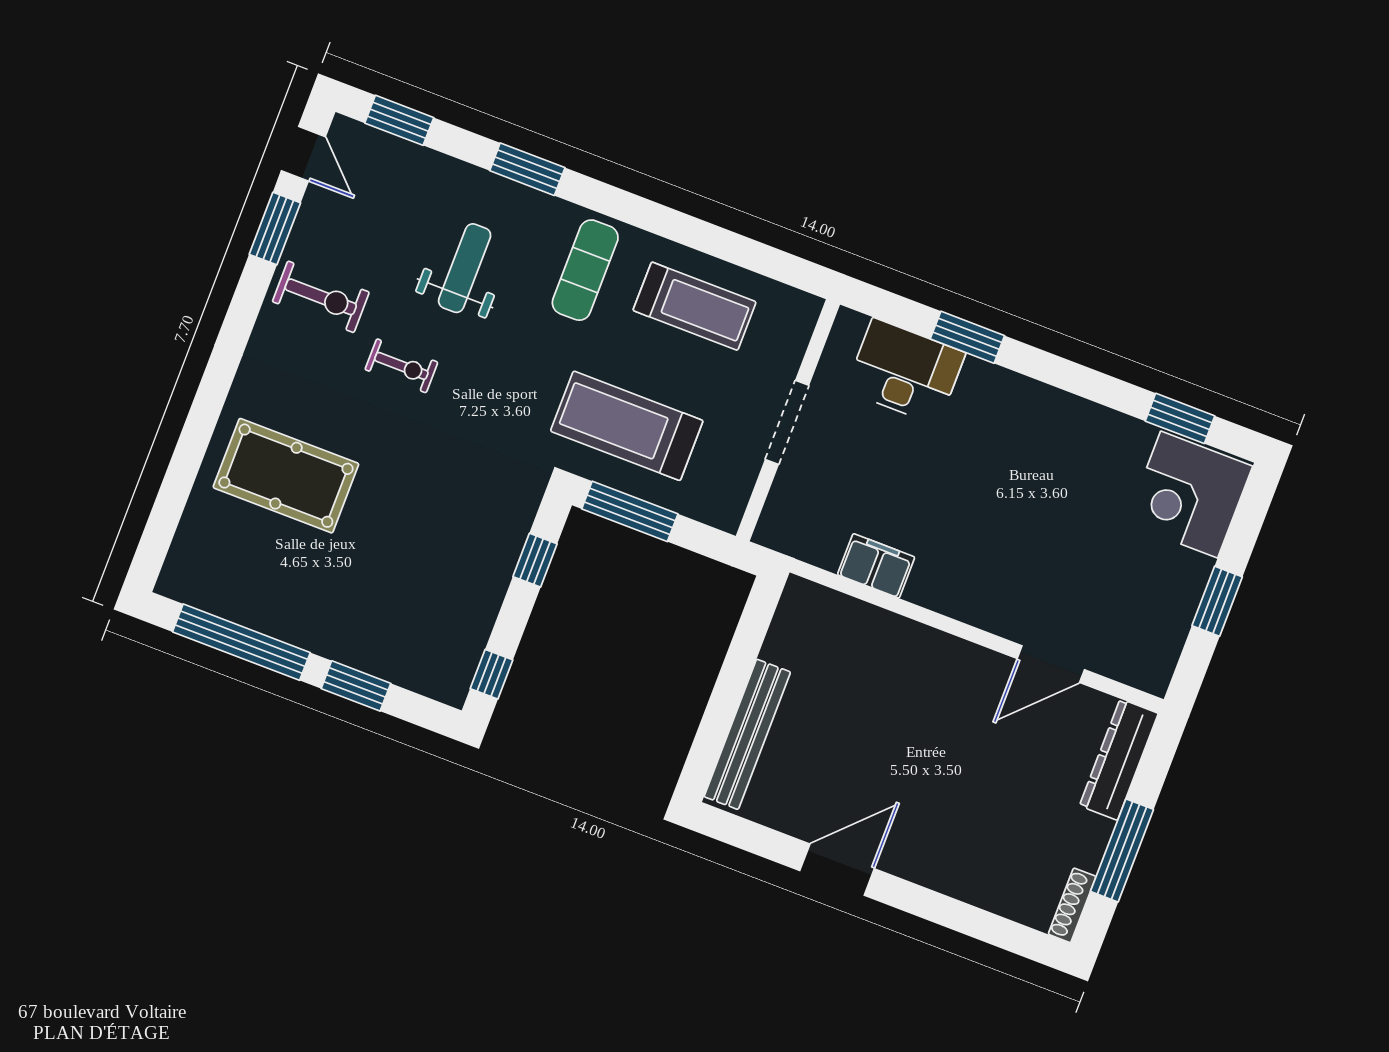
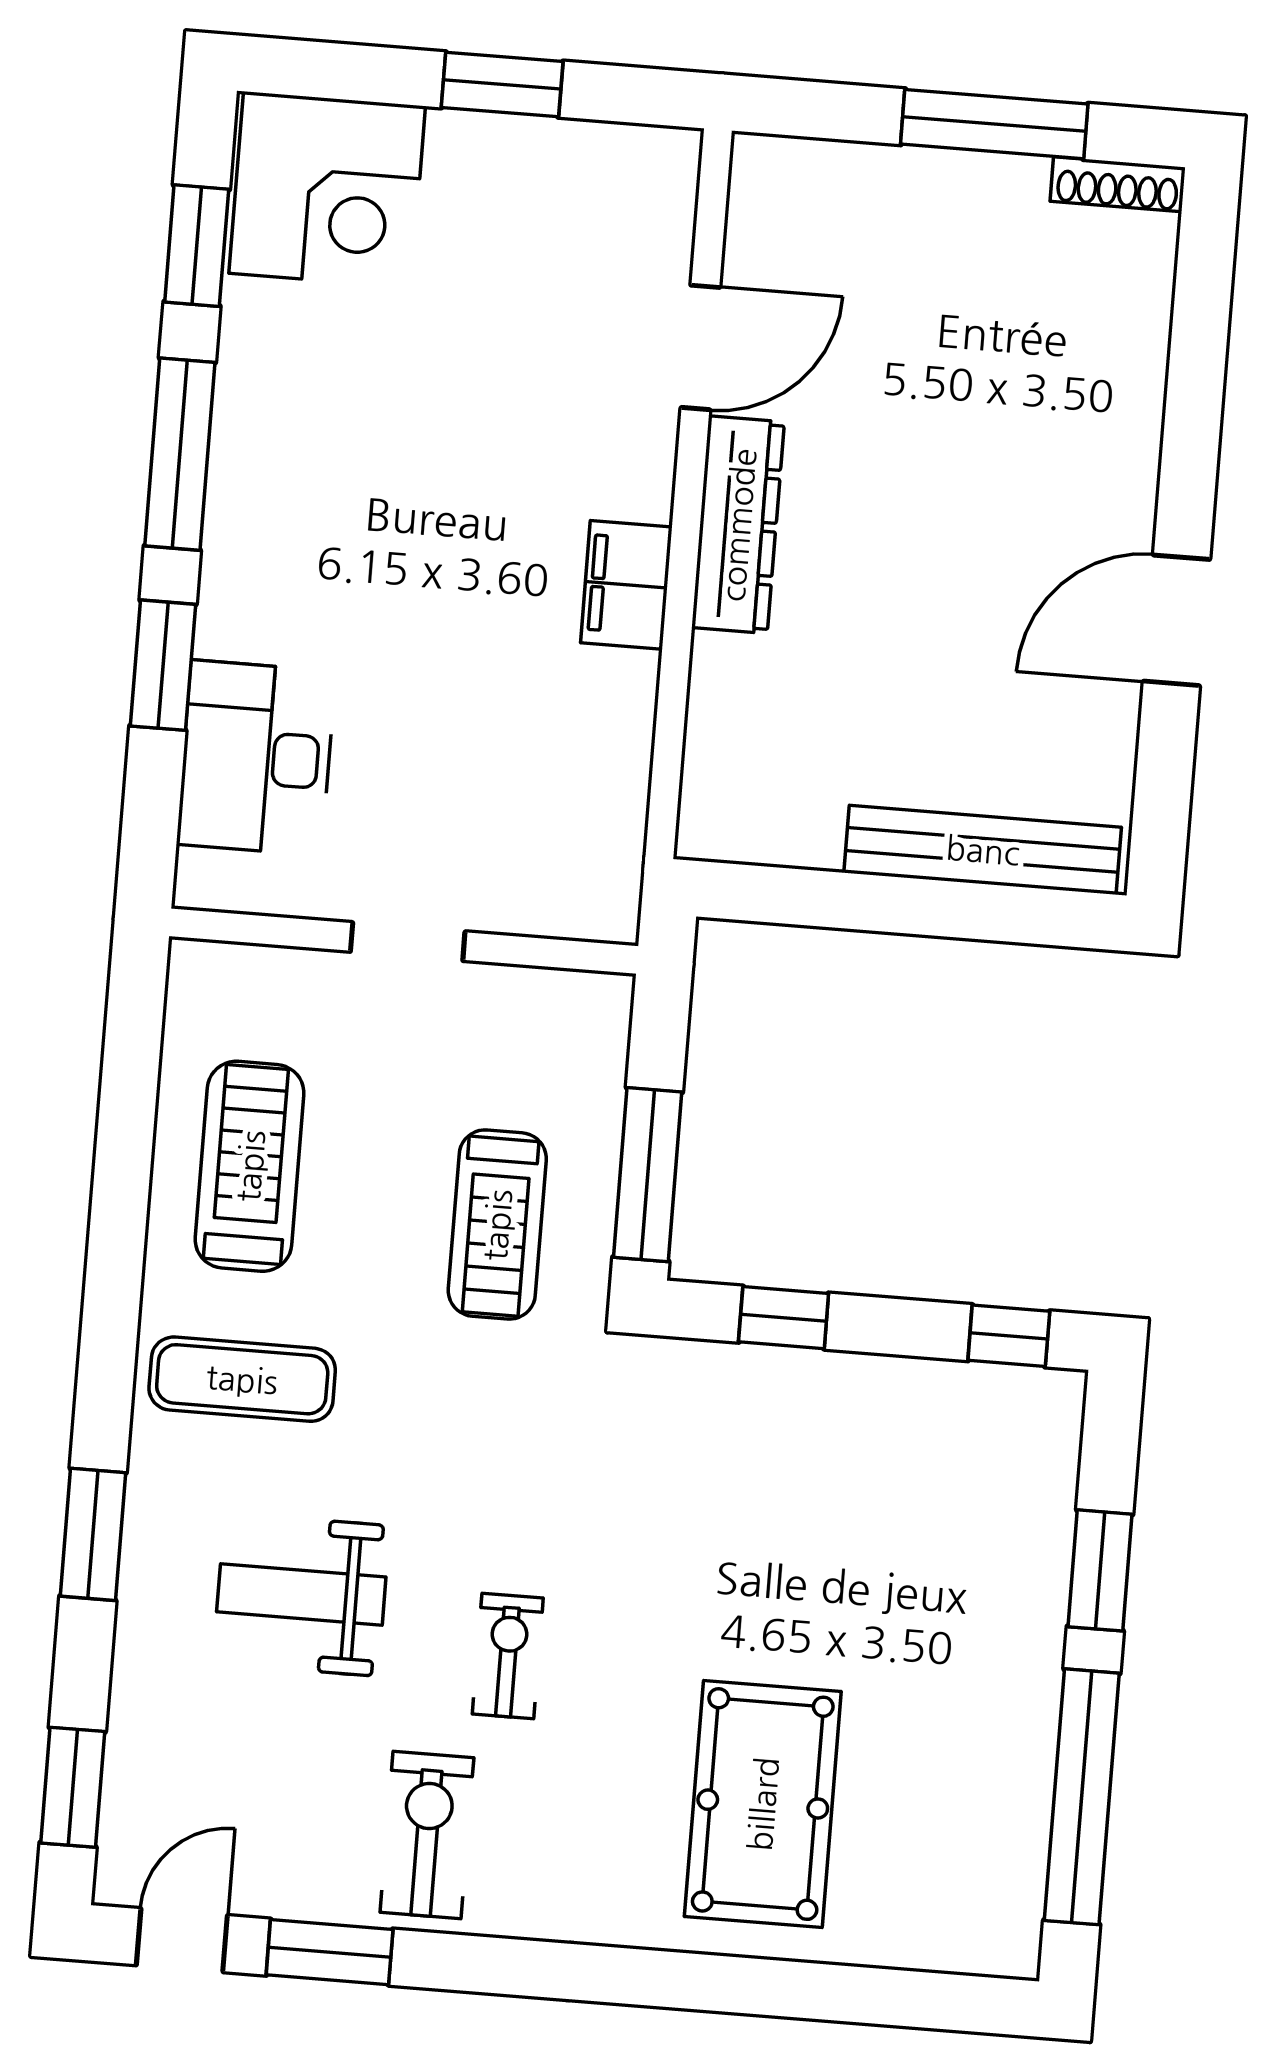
window: (1074, 378) -> (180, 454), added
doorway: (787, 422) -> (408, 942), width x0.73
treadmill: (627, 426) -> (497, 1225), width x0.73, depth x0.73
filing cabinet: (876, 566) -> (626, 585), moved
door: (1051, 664) -> (700, 347), hinge flipped
dresser: (1119, 760) -> (738, 525), moved, turned -90
door: (837, 870) -> (1176, 620), hinge flipped

